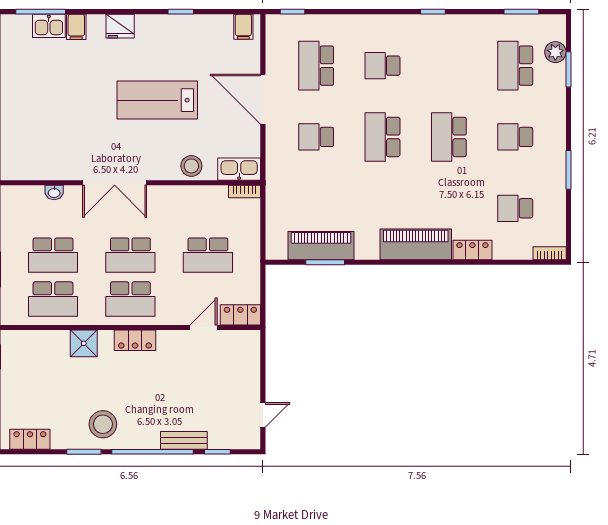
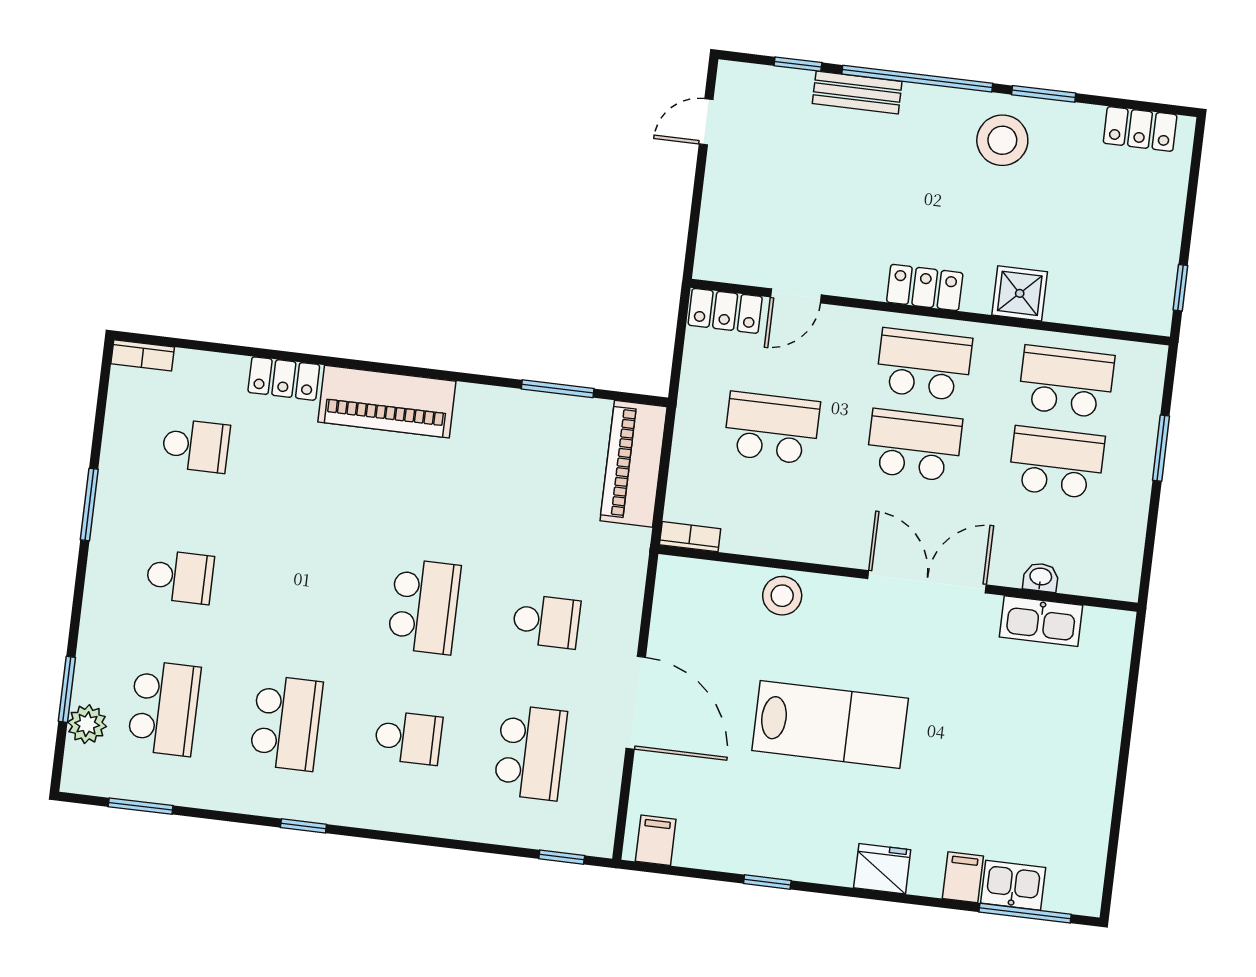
school desk: (449, 137) -> (286, 723), moved
kitchen sink: (239, 169) -> (1041, 621), moved
piano: (321, 246) -> (634, 464), moved, turned 90

